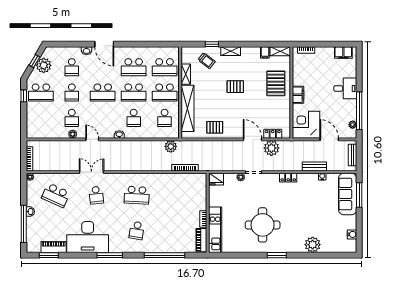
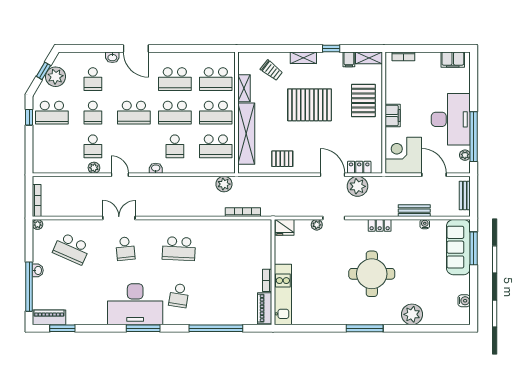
window: (212, 44) -> (331, 48), moved
pallet: (235, 87) -> (310, 105), width x2.05, depth x2.00
desk: (345, 88) -> (451, 119), width x1.87, depth x1.30
school desk: (165, 118) -> (216, 146), width x1.85
round table: (263, 225) -> (372, 274), moved
desk: (88, 237) -> (135, 304), moved
piano: (54, 247) -> (49, 317), moved
window: (277, 255) -> (365, 328), width x1.44

